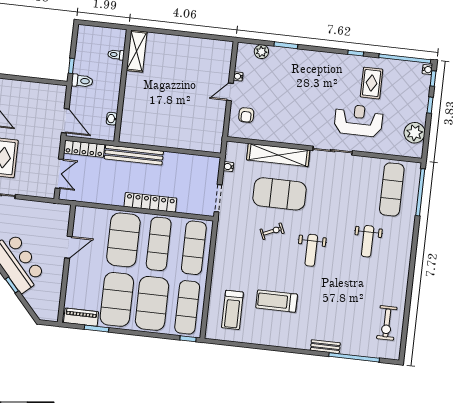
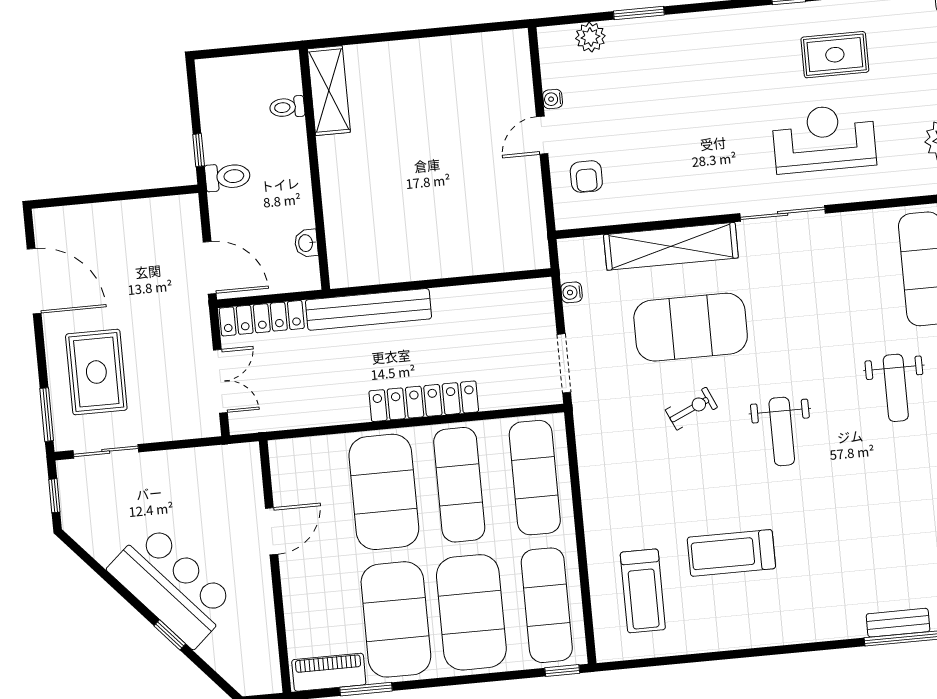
rug: (372, 83) -> (835, 55), turned 90
bench: (325, 347) -> (898, 623), moved

